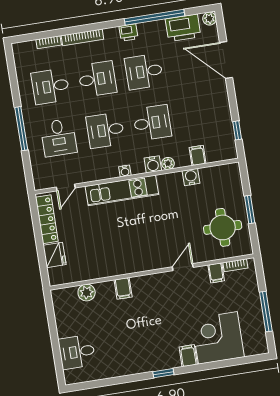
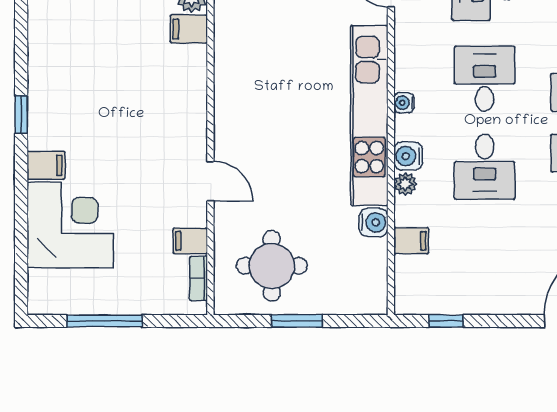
kitchen unit: (122, 190) -> (369, 116), width x1.36
filing cabinet: (123, 288) -> (189, 29), moved

